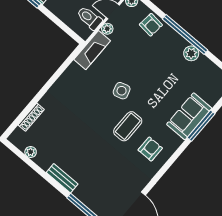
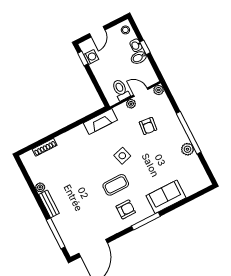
armchair: (151, 25) -> (148, 126), moved
fireplace: (92, 50) -> (100, 122), moved
window: (201, 126) -> (146, 221), moved
plant: (31, 152) -> (40, 187), moved

